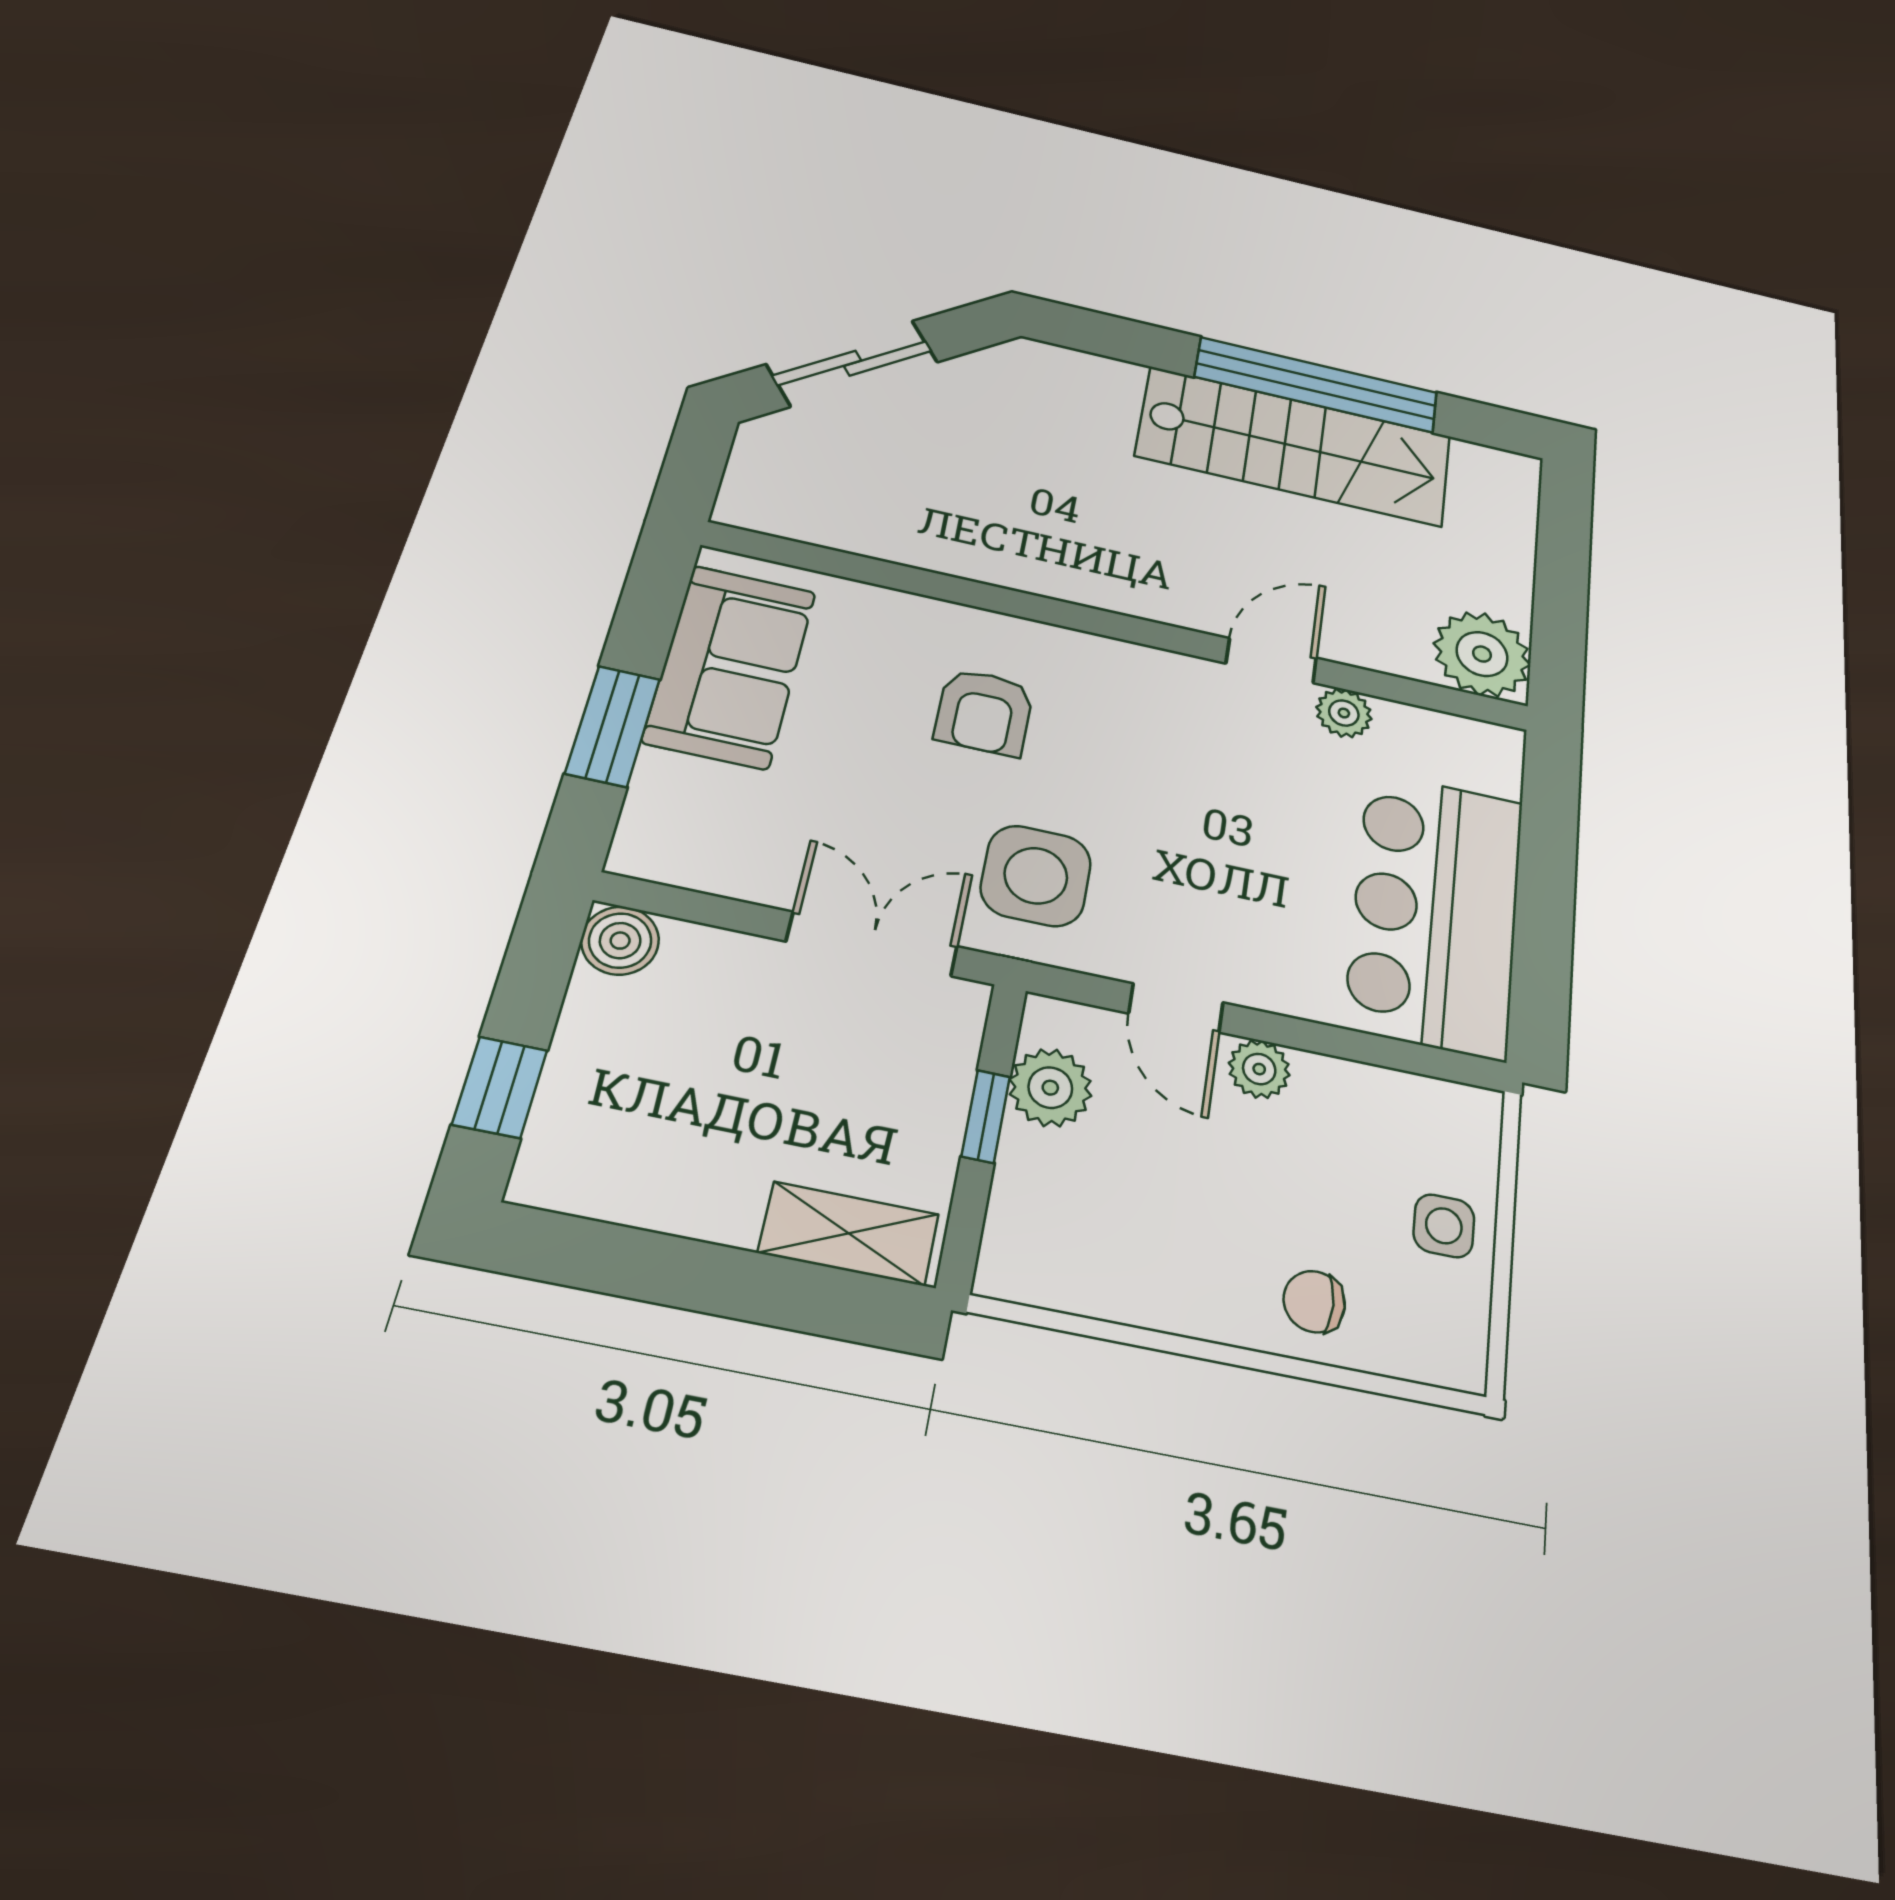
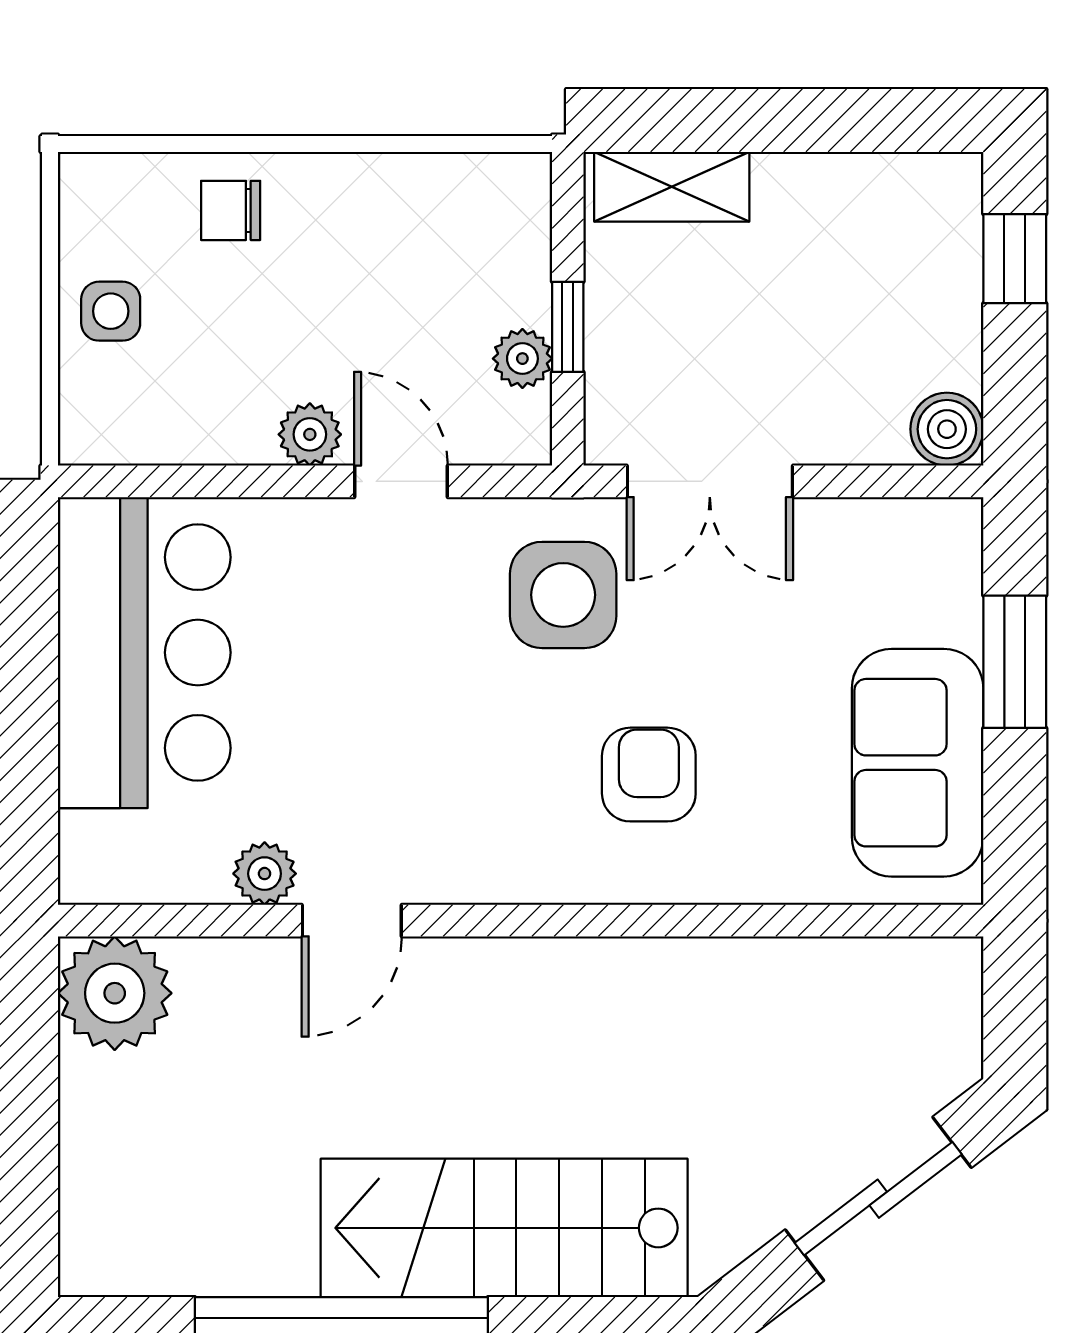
stairs: (1295, 446) -> (504, 1228), moved
plant: (1050, 1088) -> (522, 359), width x0.73, depth x0.73
chair: (1314, 1302) -> (231, 210), turned 180

